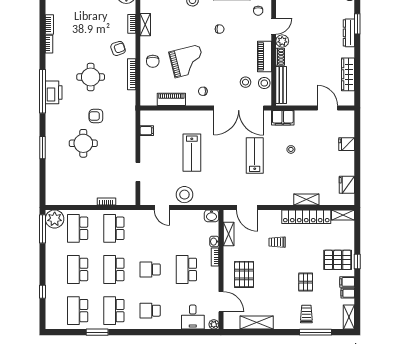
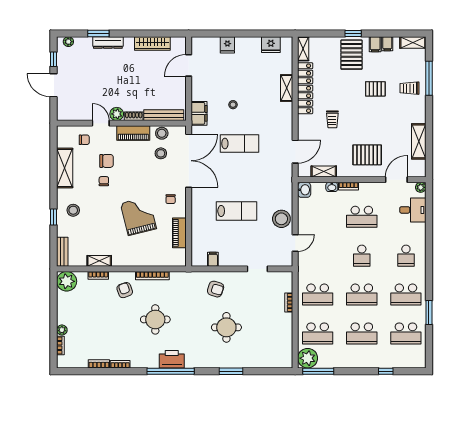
chair: (153, 61) -> (107, 161), moved
armchair: (96, 116) -> (216, 289), moved, turned -73
lab bench: (255, 156) -> (240, 143), turned 180

